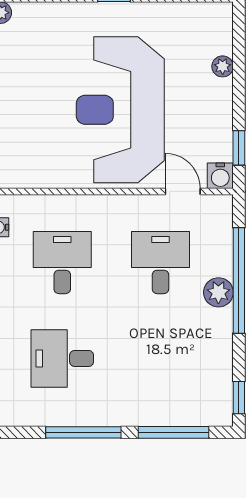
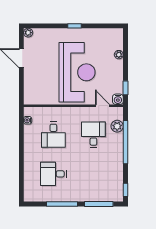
reception desk: (120, 110) -> (77, 72), turned 180
desk: (62, 263) -> (53, 135), turned 180
plant: (218, 292) -> (117, 126), moved

